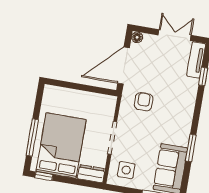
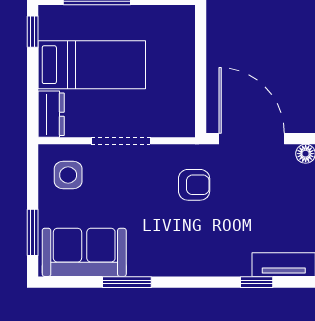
bed: (61, 145) -> (92, 65), width x0.67

